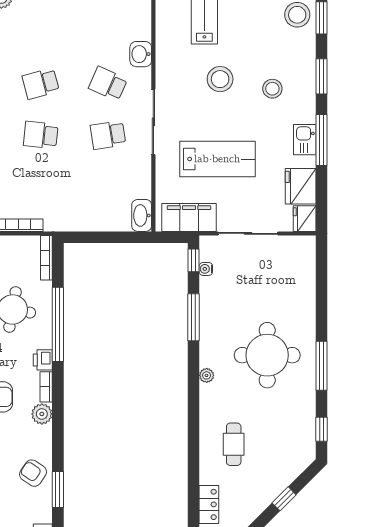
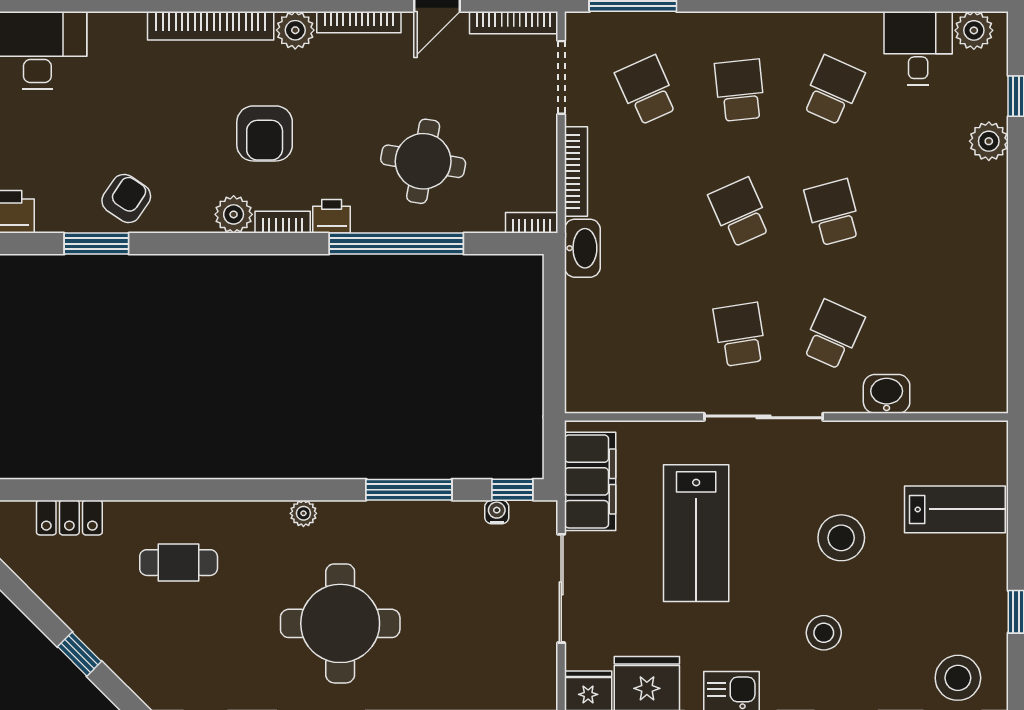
school desk: (41, 135) -> (740, 212), turned -30
washbasin: (142, 215) -> (582, 248), moved, turned 90
bookcase: (46, 258) -> (532, 223), width x0.64

